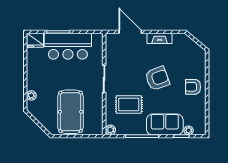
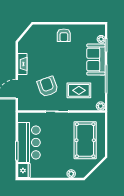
armchair: (157, 78) -> (48, 87), moved
rug: (129, 105) -> (79, 90), turned 90
pool table: (71, 112) -> (85, 140), turned 90

